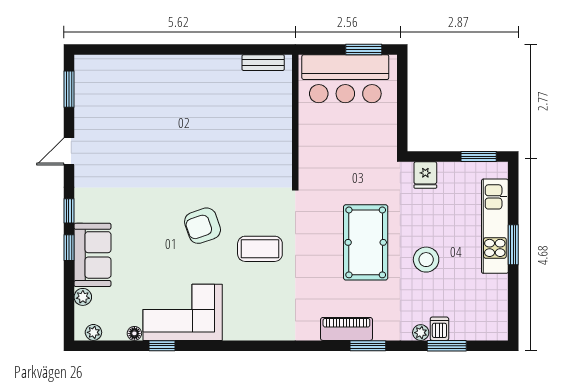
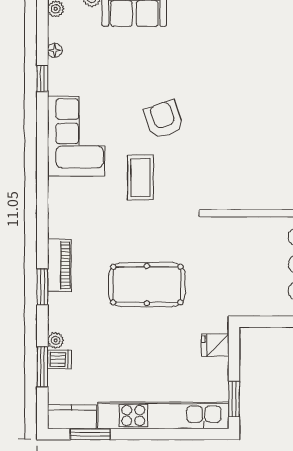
kitchen unit: (495, 226) -> (163, 415), width x1.36
window: (513, 245) -> (90, 434), moved
stool: (426, 260) -> (130, 346), removed
corner sofa: (183, 312) -> (76, 136), moved
kitchen counter: (496, 316) -> (72, 417), added

